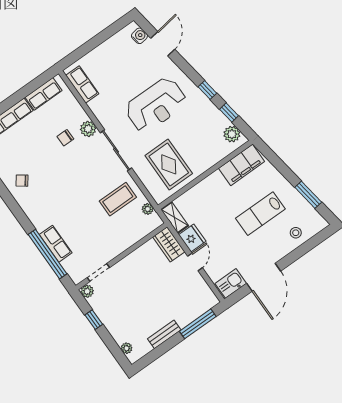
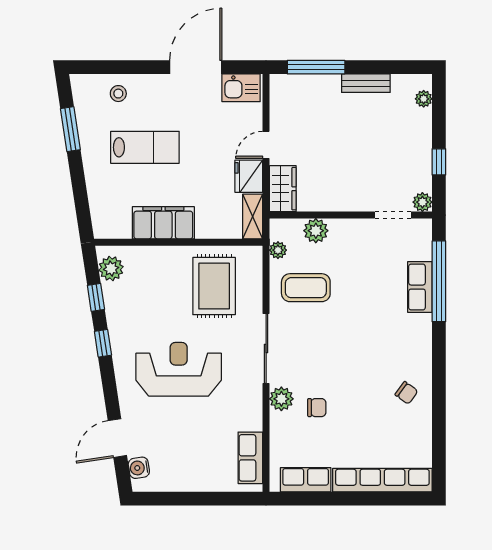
filing cabinet: (242, 165) -> (163, 223), moved
plant: (134, 234) -> (316, 231), added

